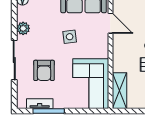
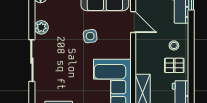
armchair: (44, 70) -> (63, 72), removed

